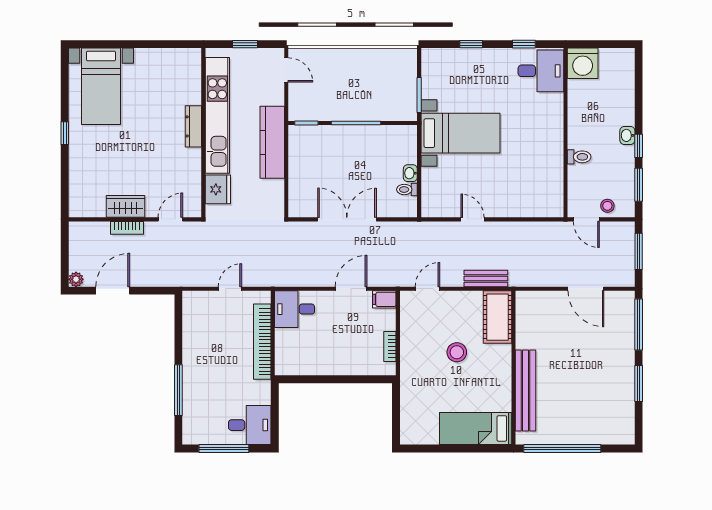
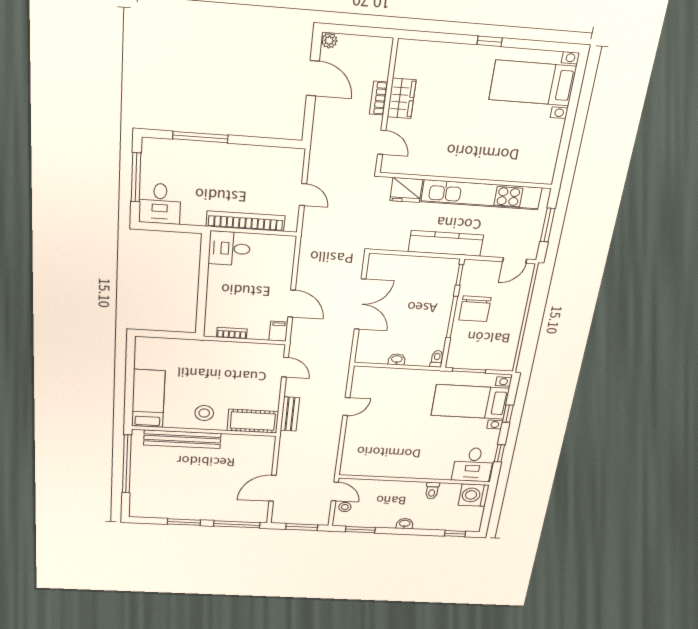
window: (245, 44) -> (548, 225), width x1.50
chair: (344, 101) -> (475, 309), added
dresser: (193, 126) -> (474, 171), removed
bed with nightstands: (461, 133) -> (470, 402), moved, turned 90
window: (639, 146) -> (455, 534), moved
toilet: (579, 157) -> (432, 491), moved
toilet: (407, 189) -> (437, 359), moved
door: (586, 219) -> (335, 491), swing flipped
desk: (295, 309) -> (229, 248), moved, turned -90
stool: (457, 352) -> (204, 413), moved

